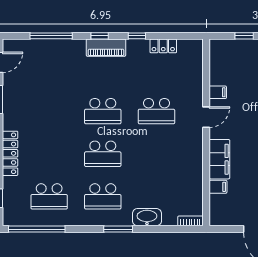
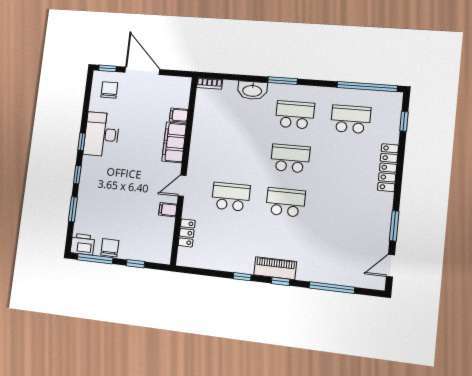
locker: (163, 46) -> (187, 233), moved, turned 90

